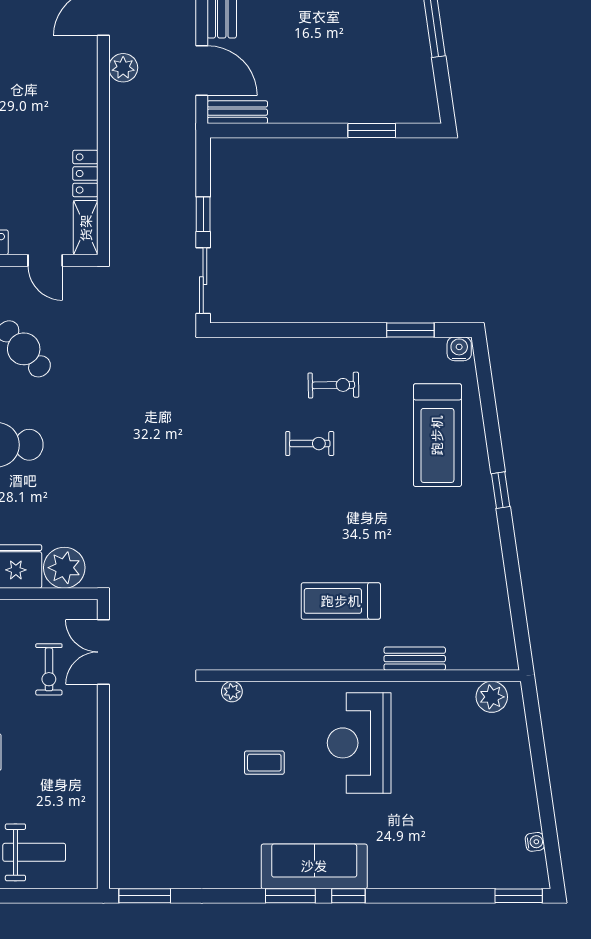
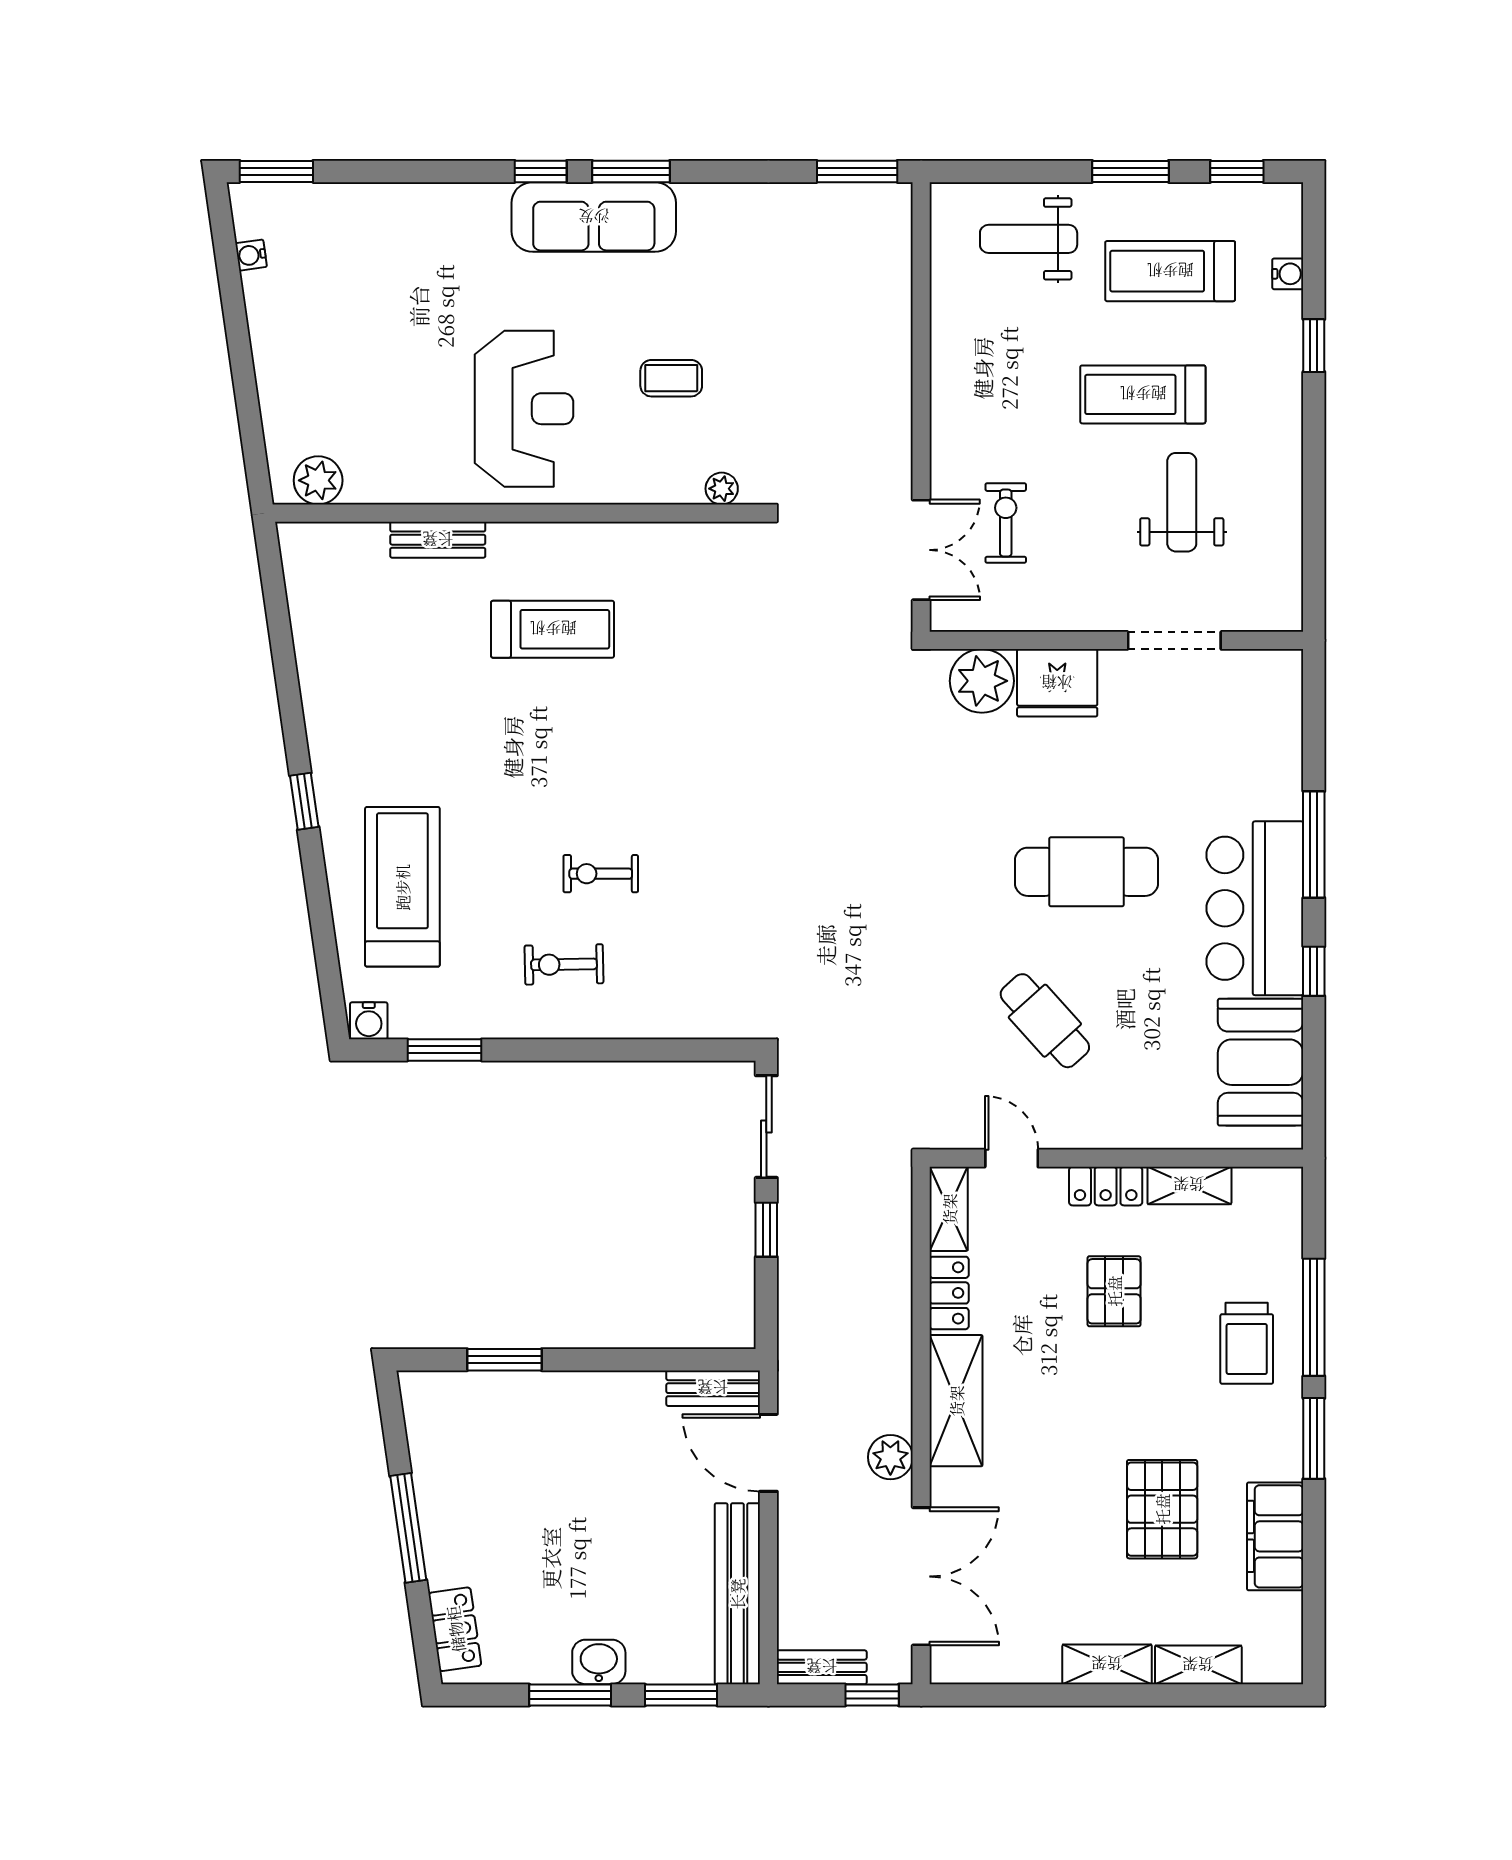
shelving: (81, 104) -> (956, 1401), added

